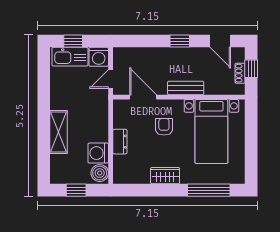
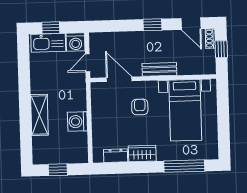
shoe rack: (240, 73) -> (210, 39), moved
dresser: (120, 142) -> (116, 156), moved, turned -90
washing machine: (98, 153) -> (77, 122), moved
boiler: (100, 173) -> (80, 153), removed

